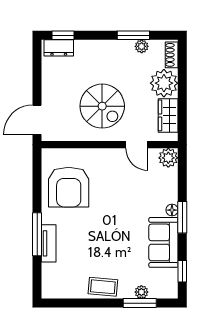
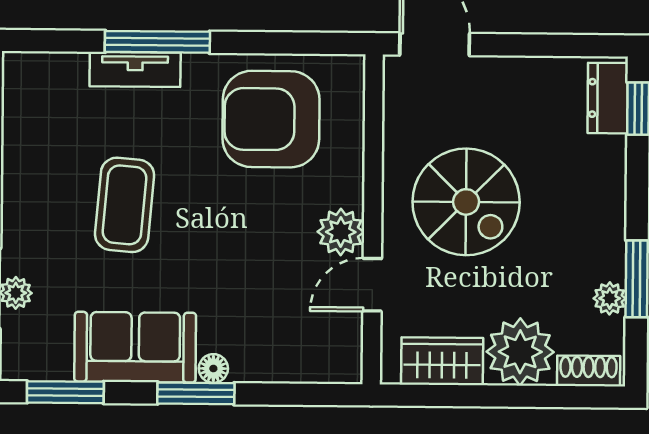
spiral stairs: (102, 106) -> (466, 202), turned -90
plant: (168, 158) -> (341, 232), moved
window: (182, 271) -> (65, 392), width x1.50
coffee table: (103, 287) -> (125, 205), moved, width x1.36, depth x1.30

